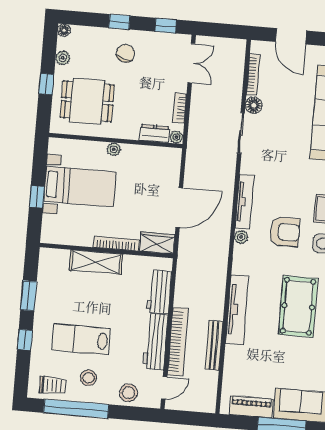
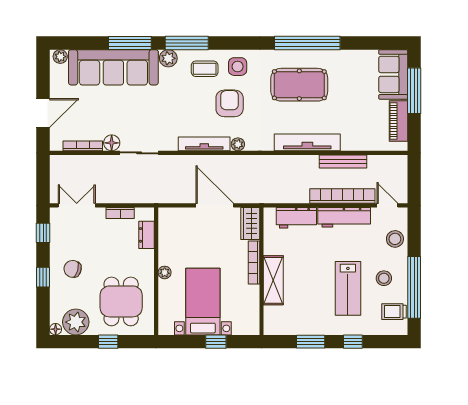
plant: (63, 58) -> (76, 322), width x1.87, depth x1.87
plant: (176, 137) -> (148, 214), removed
trolley: (53, 385) -> (394, 312), turned -90

